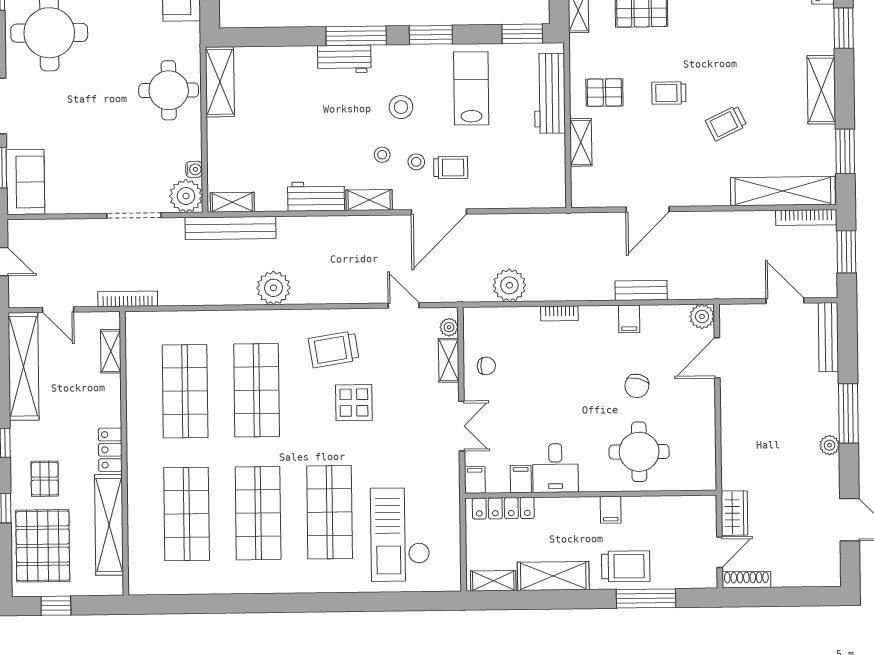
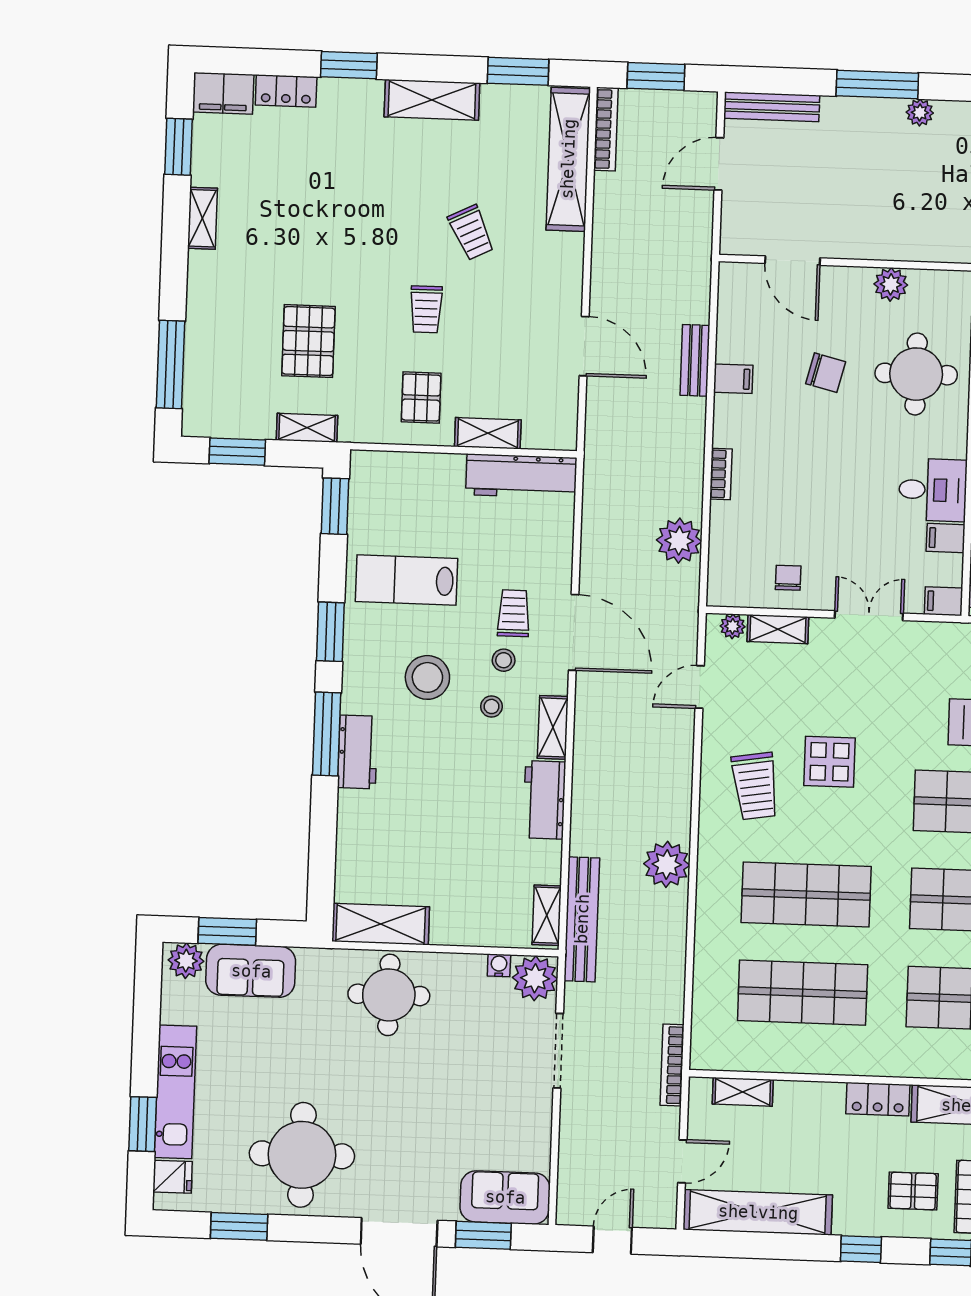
workbench: (550, 93) -> (521, 476), moved
stool: (401, 107) -> (427, 677), width x1.38, depth x1.38
plant: (702, 316) -> (891, 284), moved

